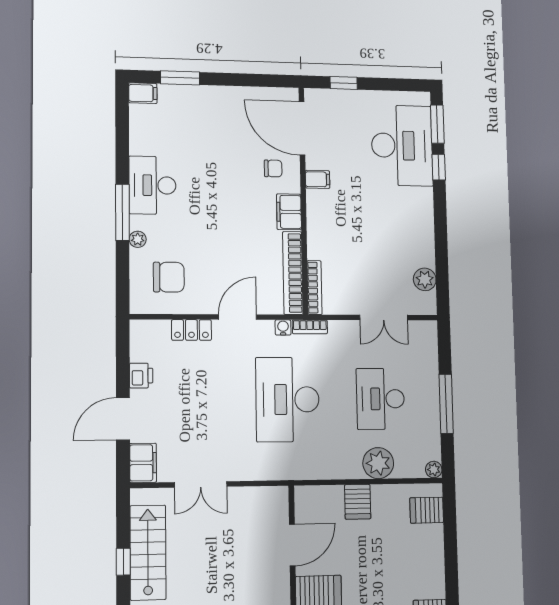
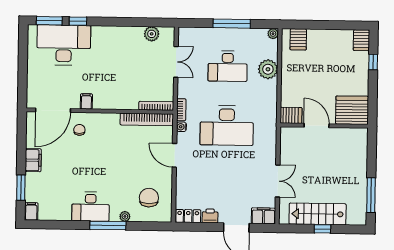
window: (344, 83) -> (23, 82), removed
filing cabinet: (289, 212) -> (33, 160), moved, turned -90
locker: (191, 330) -> (188, 216), moved, turned -90
server rack: (358, 502) -> (291, 115), moved

